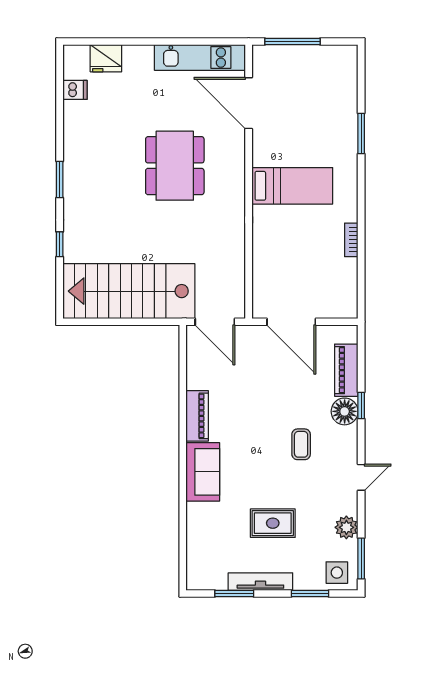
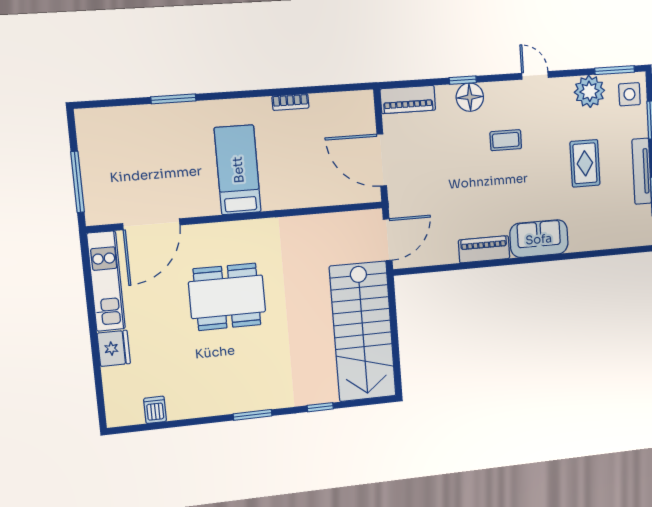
fridge: (106, 58) -> (114, 348), moved
door: (291, 322) -> (382, 160), swing flipped
piano: (346, 370) -> (408, 100), moved
plant: (346, 527) -> (589, 91), width x1.36, depth x1.36

